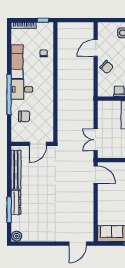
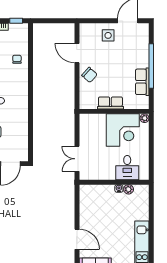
door: (96, 48) -> (77, 53), hinge flipped
door: (96, 175) -> (77, 239), moved

